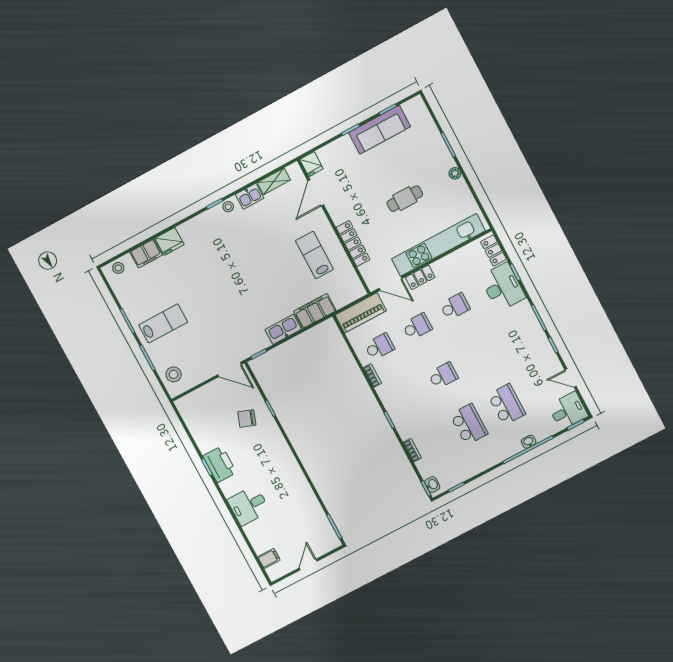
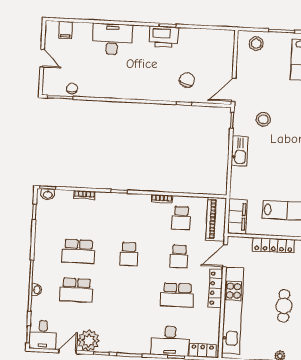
locker: (420, 277) -> (216, 288), width x1.53
school desk: (455, 306) -> (177, 295), width x1.85
filing cabinet: (315, 311) -> (237, 217), moved
stool: (240, 325) -> (263, 119), added
plant: (548, 364) -> (89, 340), added
desk: (249, 505) -> (112, 39), width x1.37
chair: (319, 520) -> (72, 88), added

